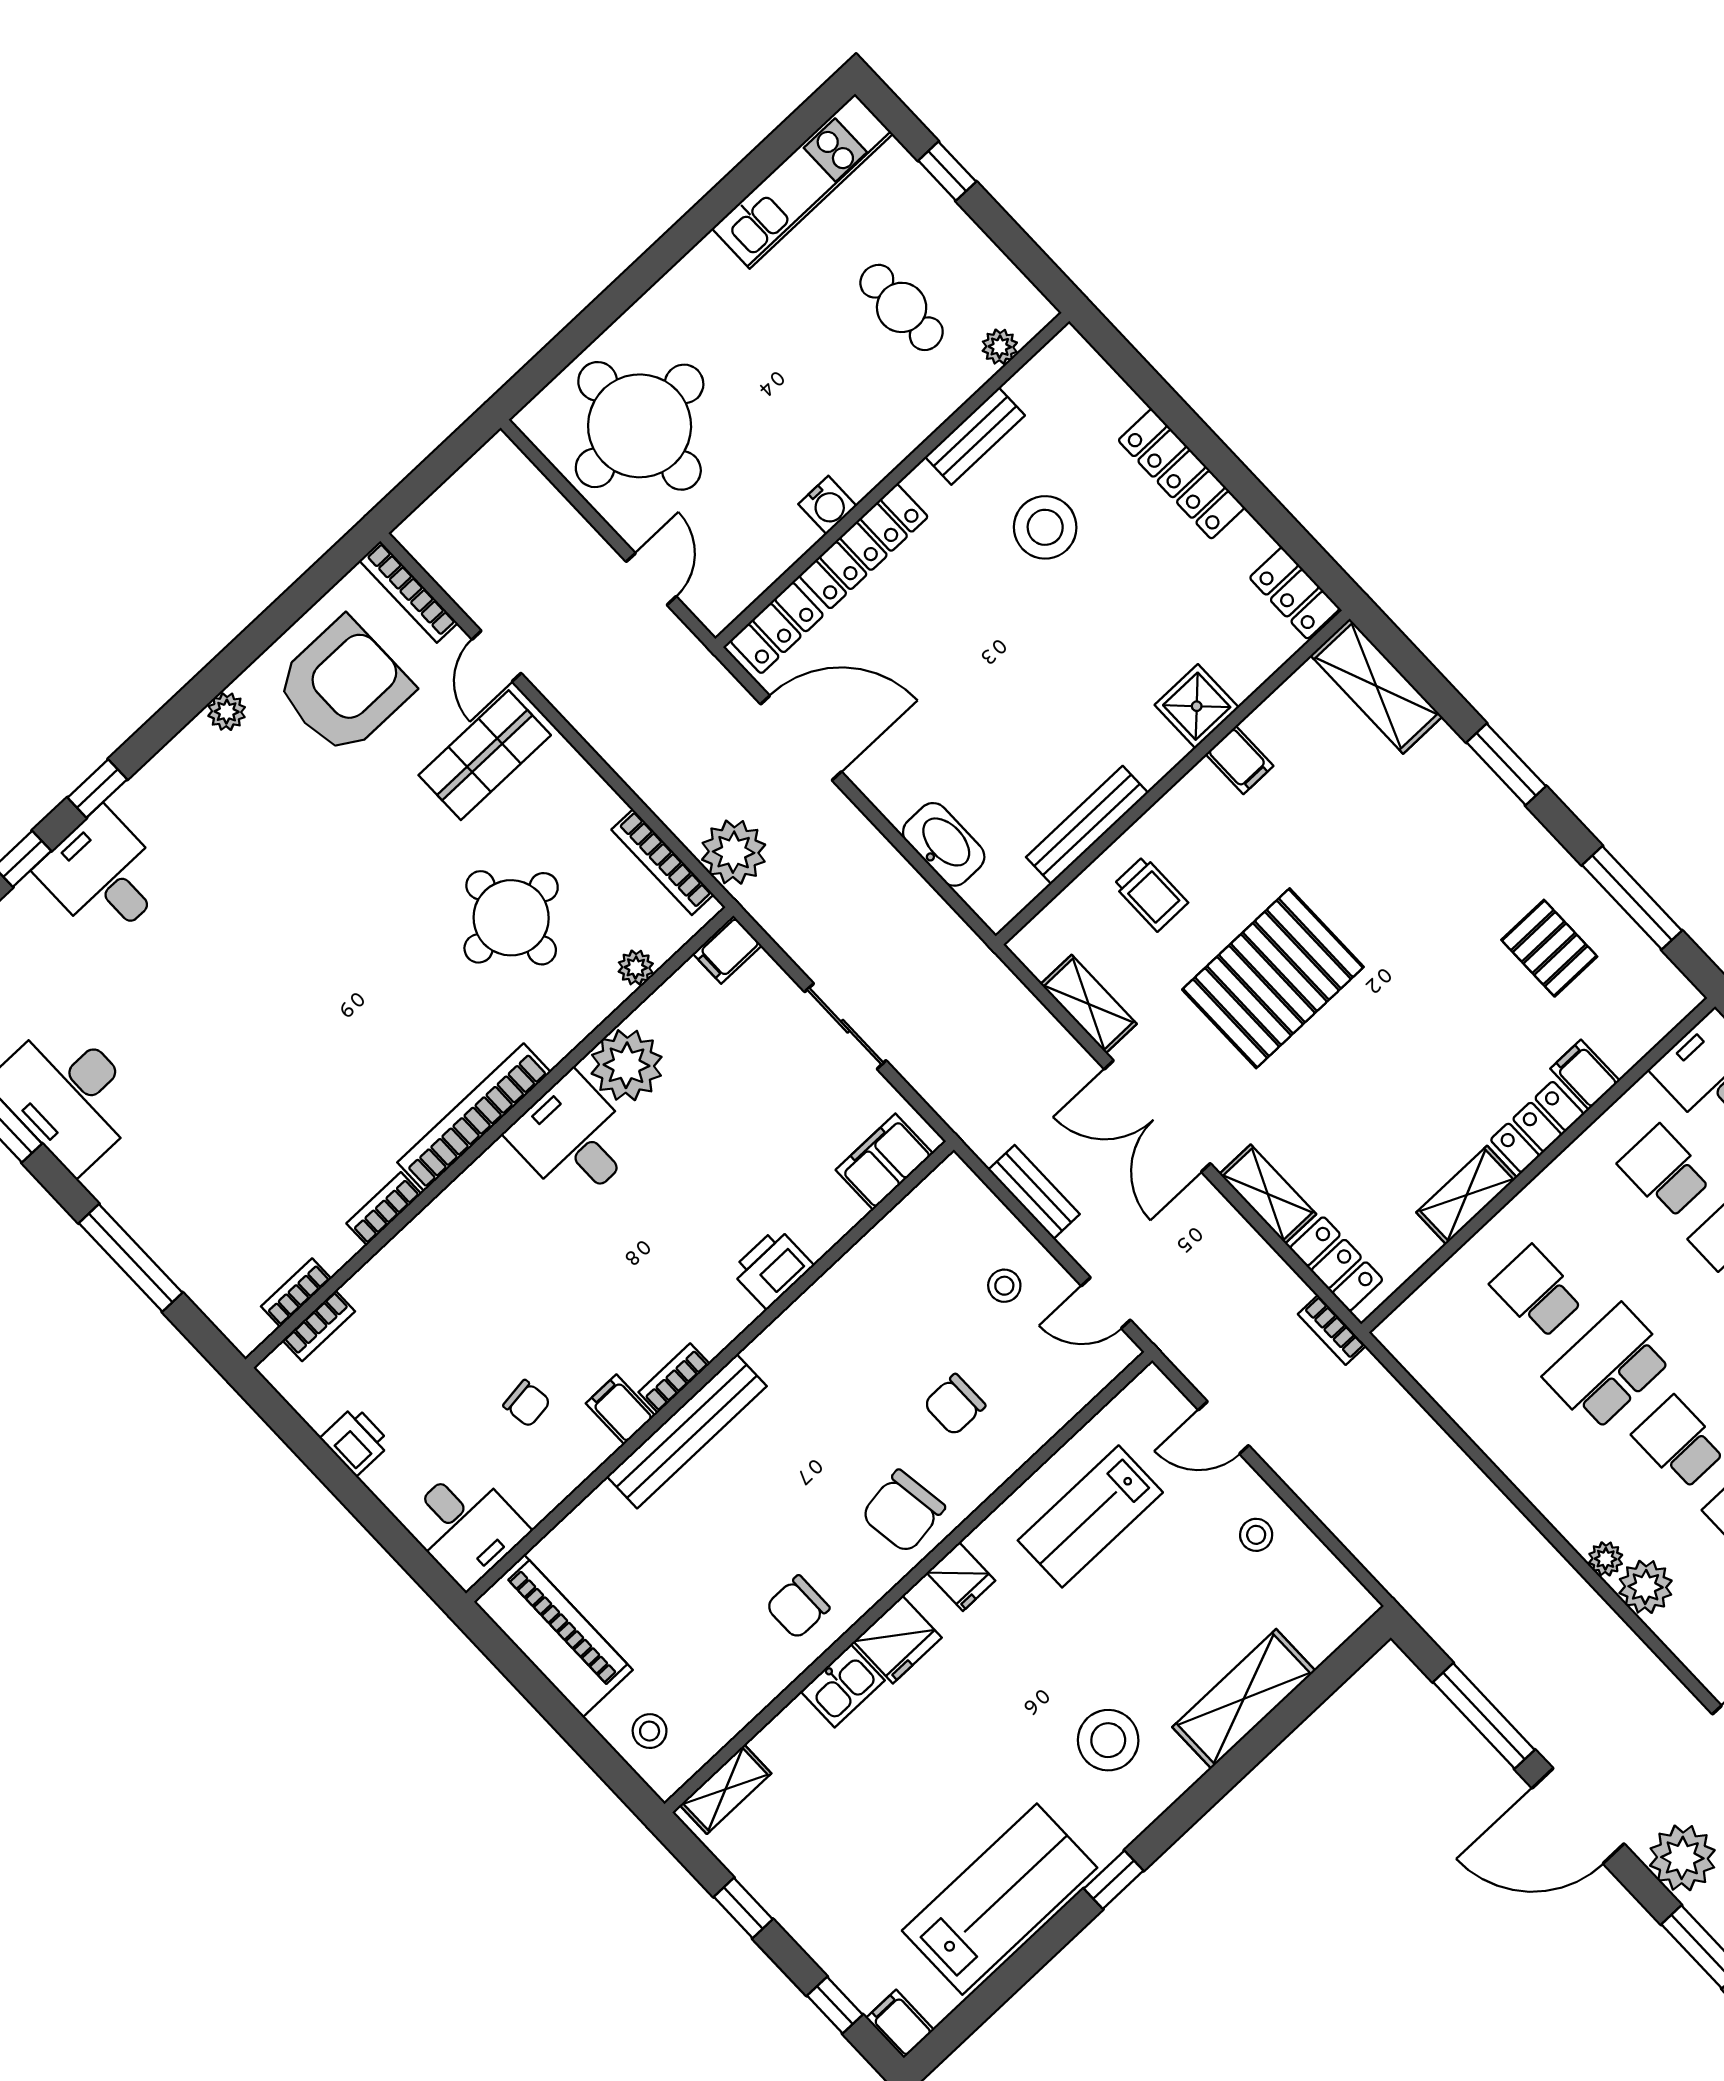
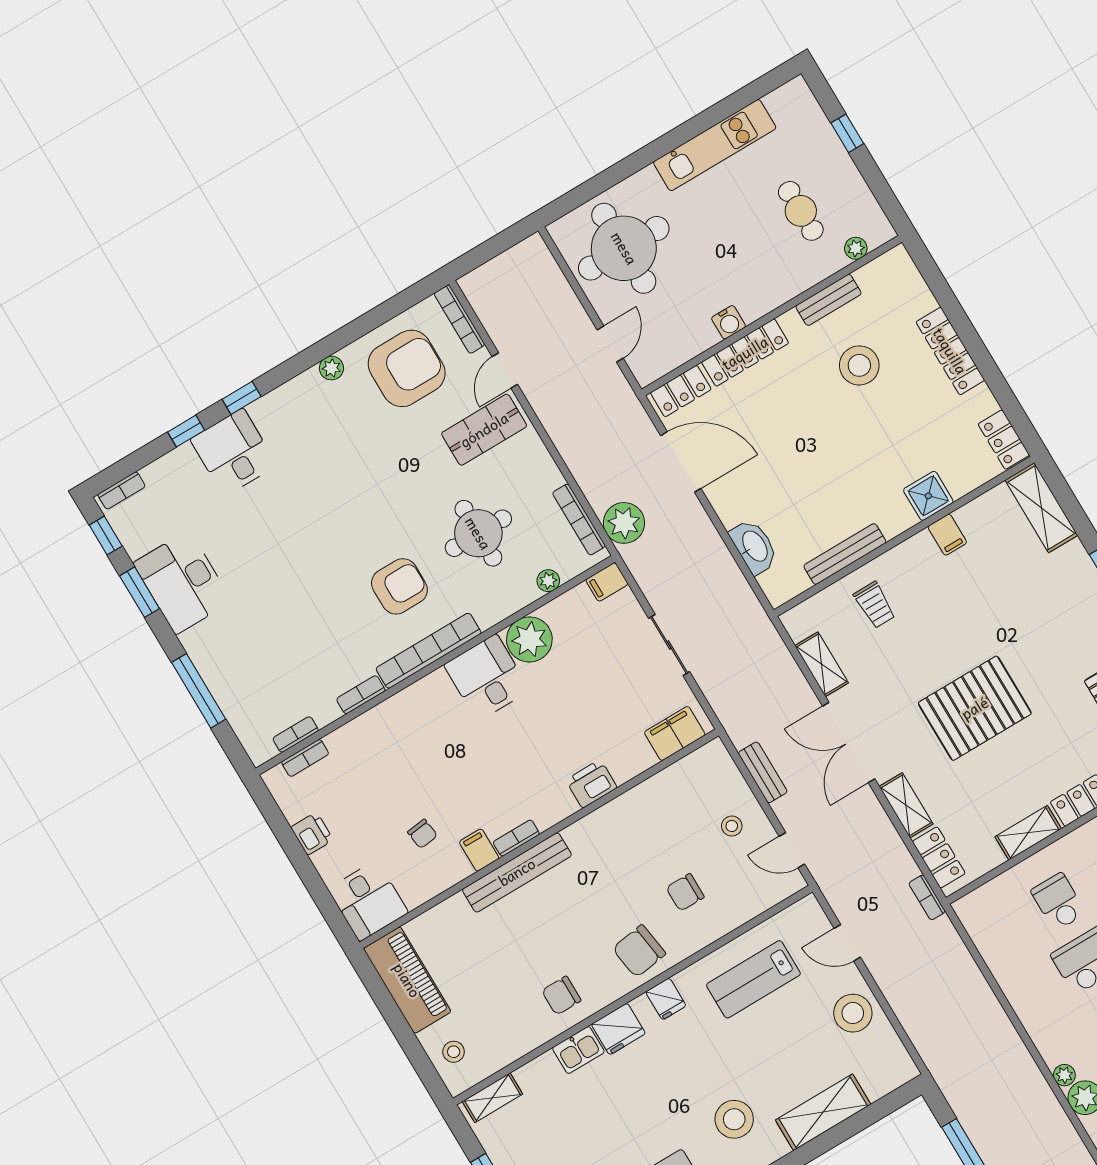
kitchen unit: (802, 181) -> (715, 145), moved
pallet: (1273, 978) -> (975, 708), moved
armchair: (407, 1027) -> (399, 586), added
stool: (1256, 1535) -> (853, 1013), width x1.89, depth x1.89

